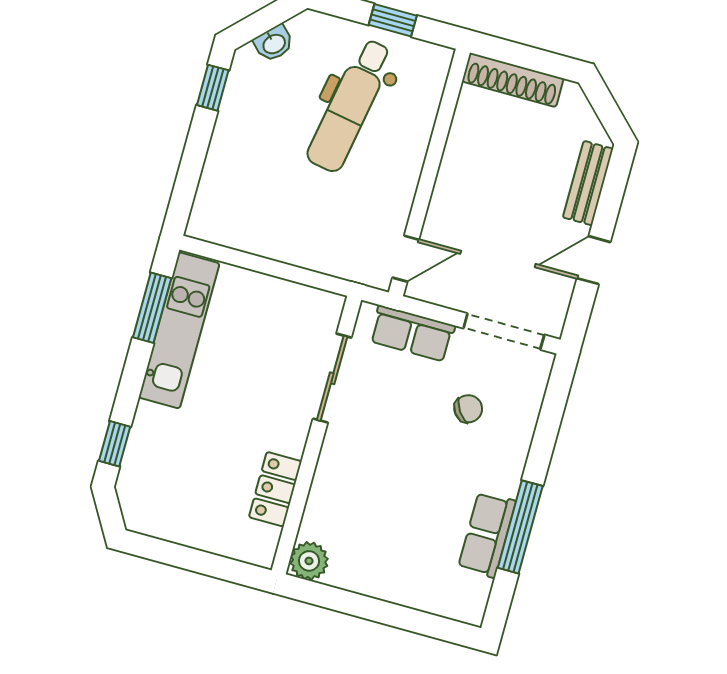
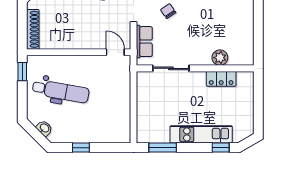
window: (393, 20) -> (22, 72), moved
window: (213, 88) -> (81, 148), moved
kitchen unit: (179, 330) -> (201, 134), moved
plant: (309, 561) -> (220, 58), moved

